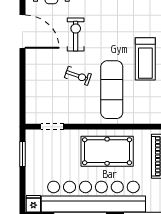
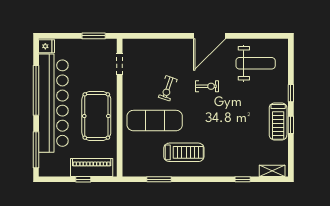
exercise bike: (76, 35) -> (207, 86), width x0.73, depth x0.72
treadmill: (145, 59) -> (184, 152), turned 180

